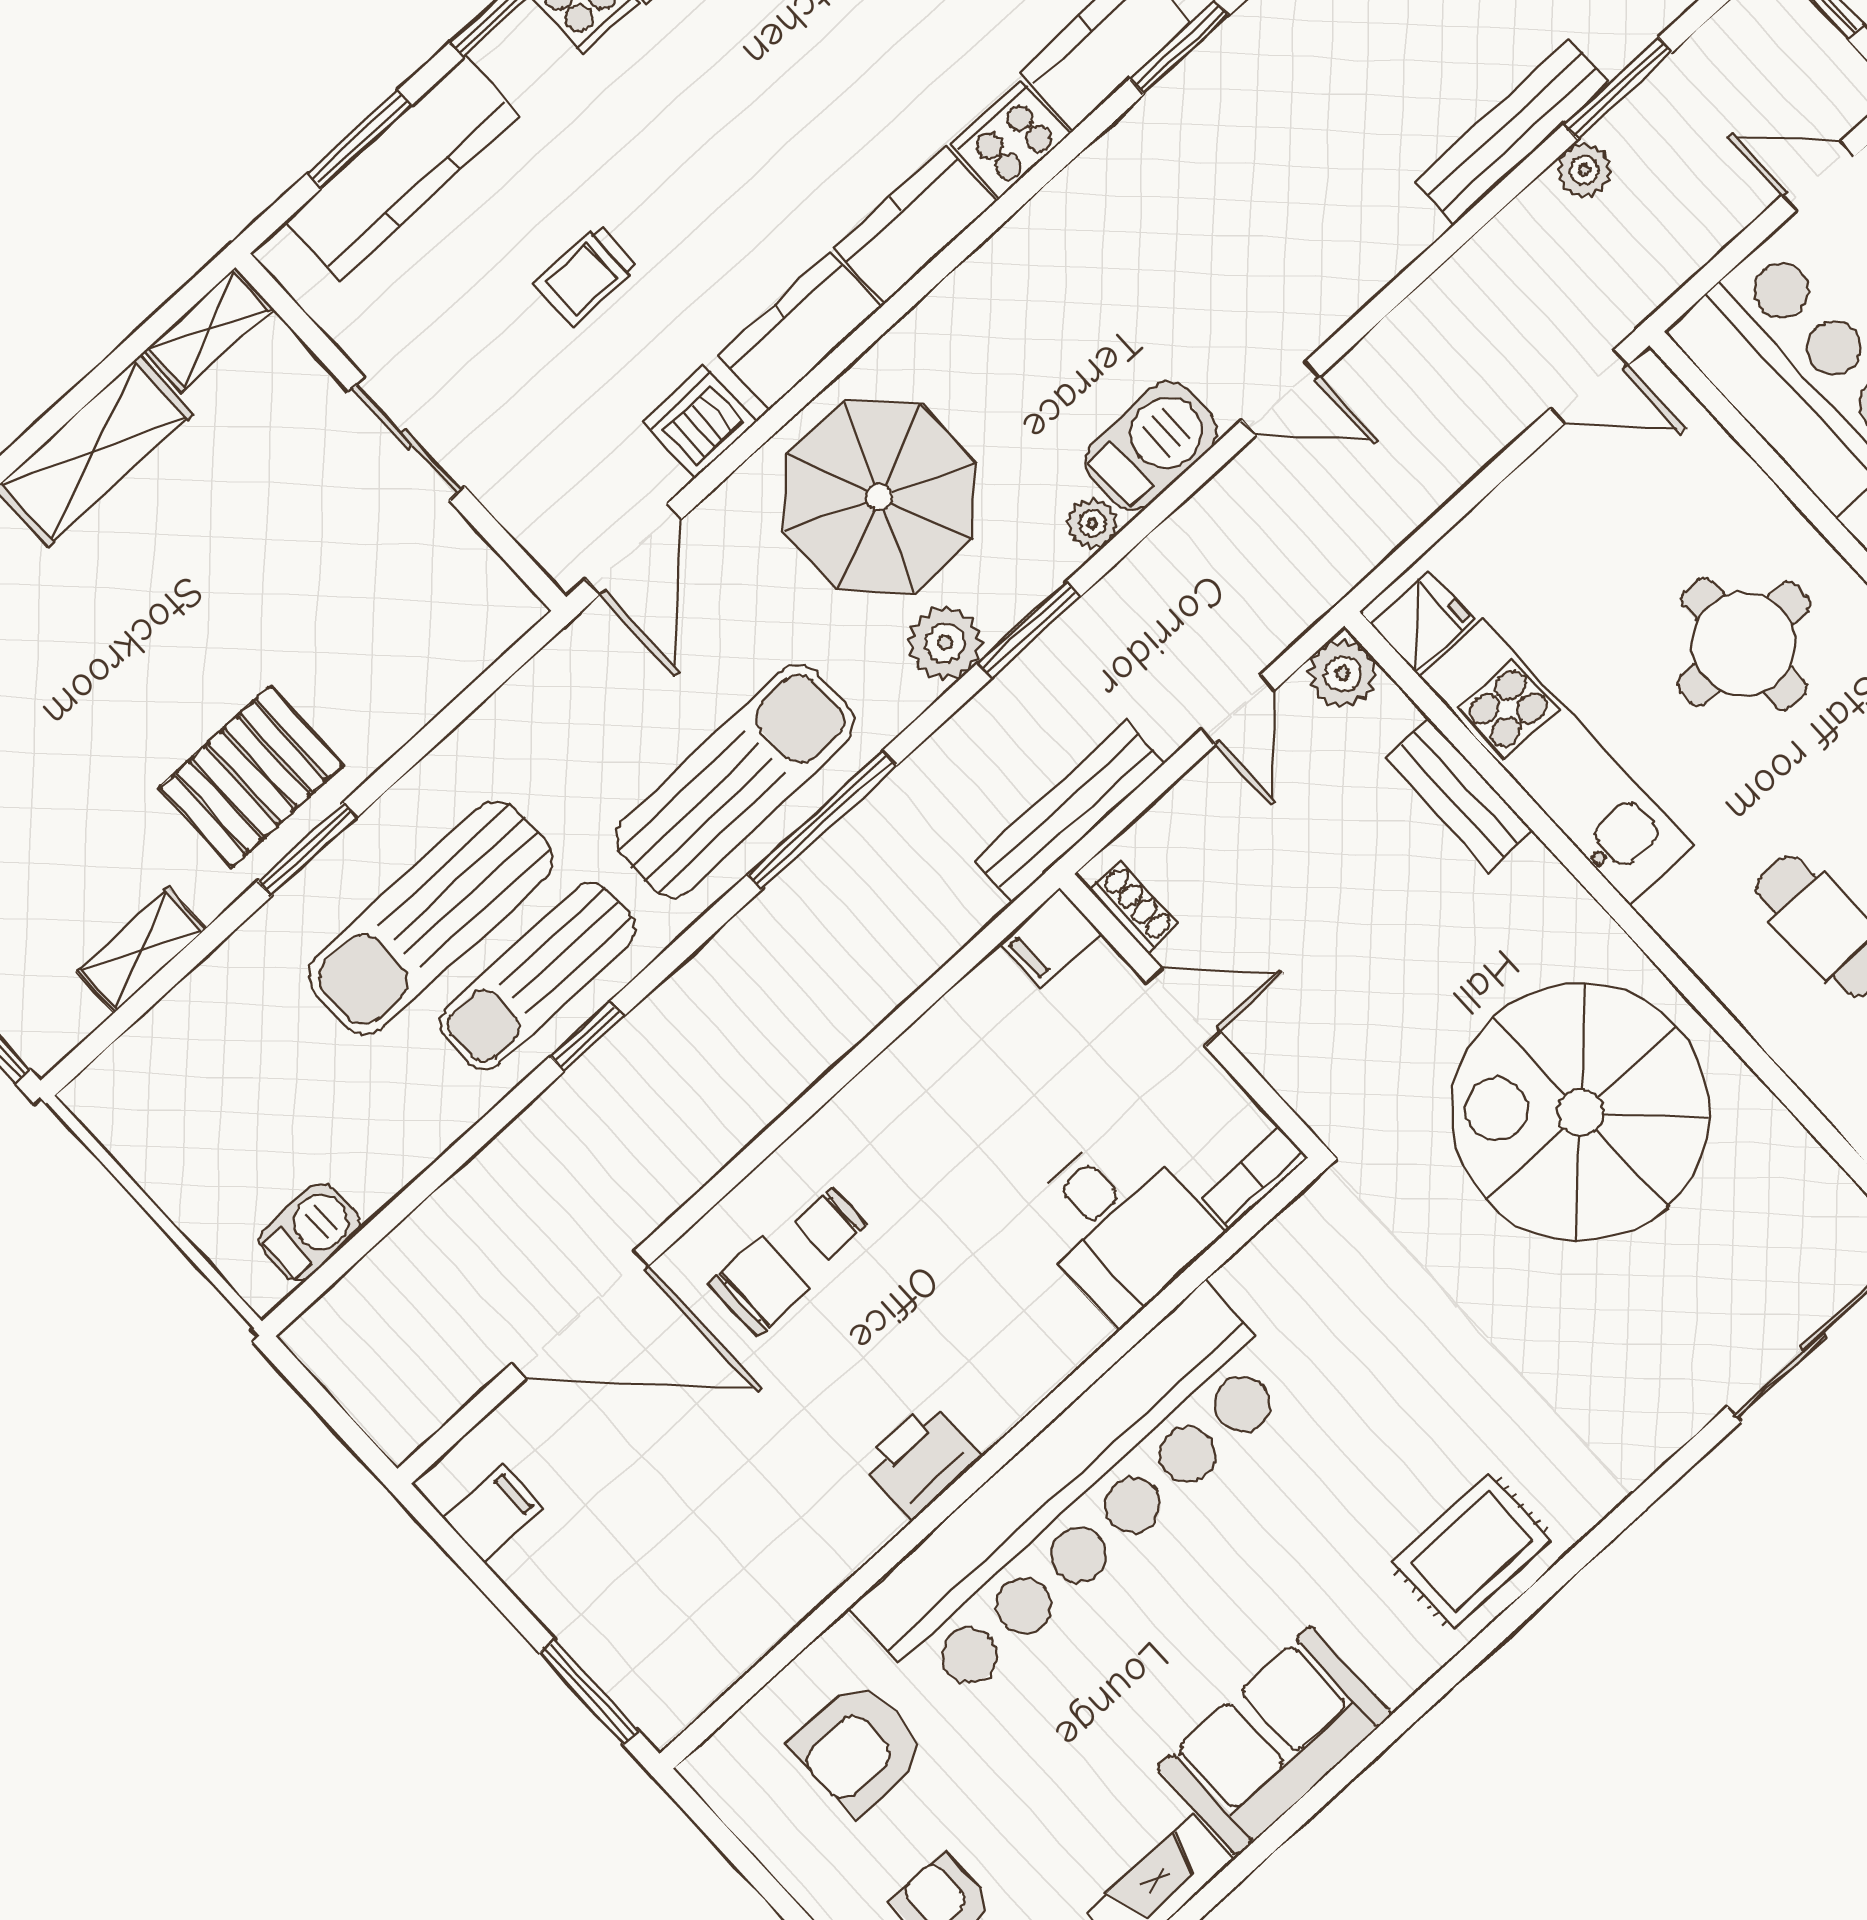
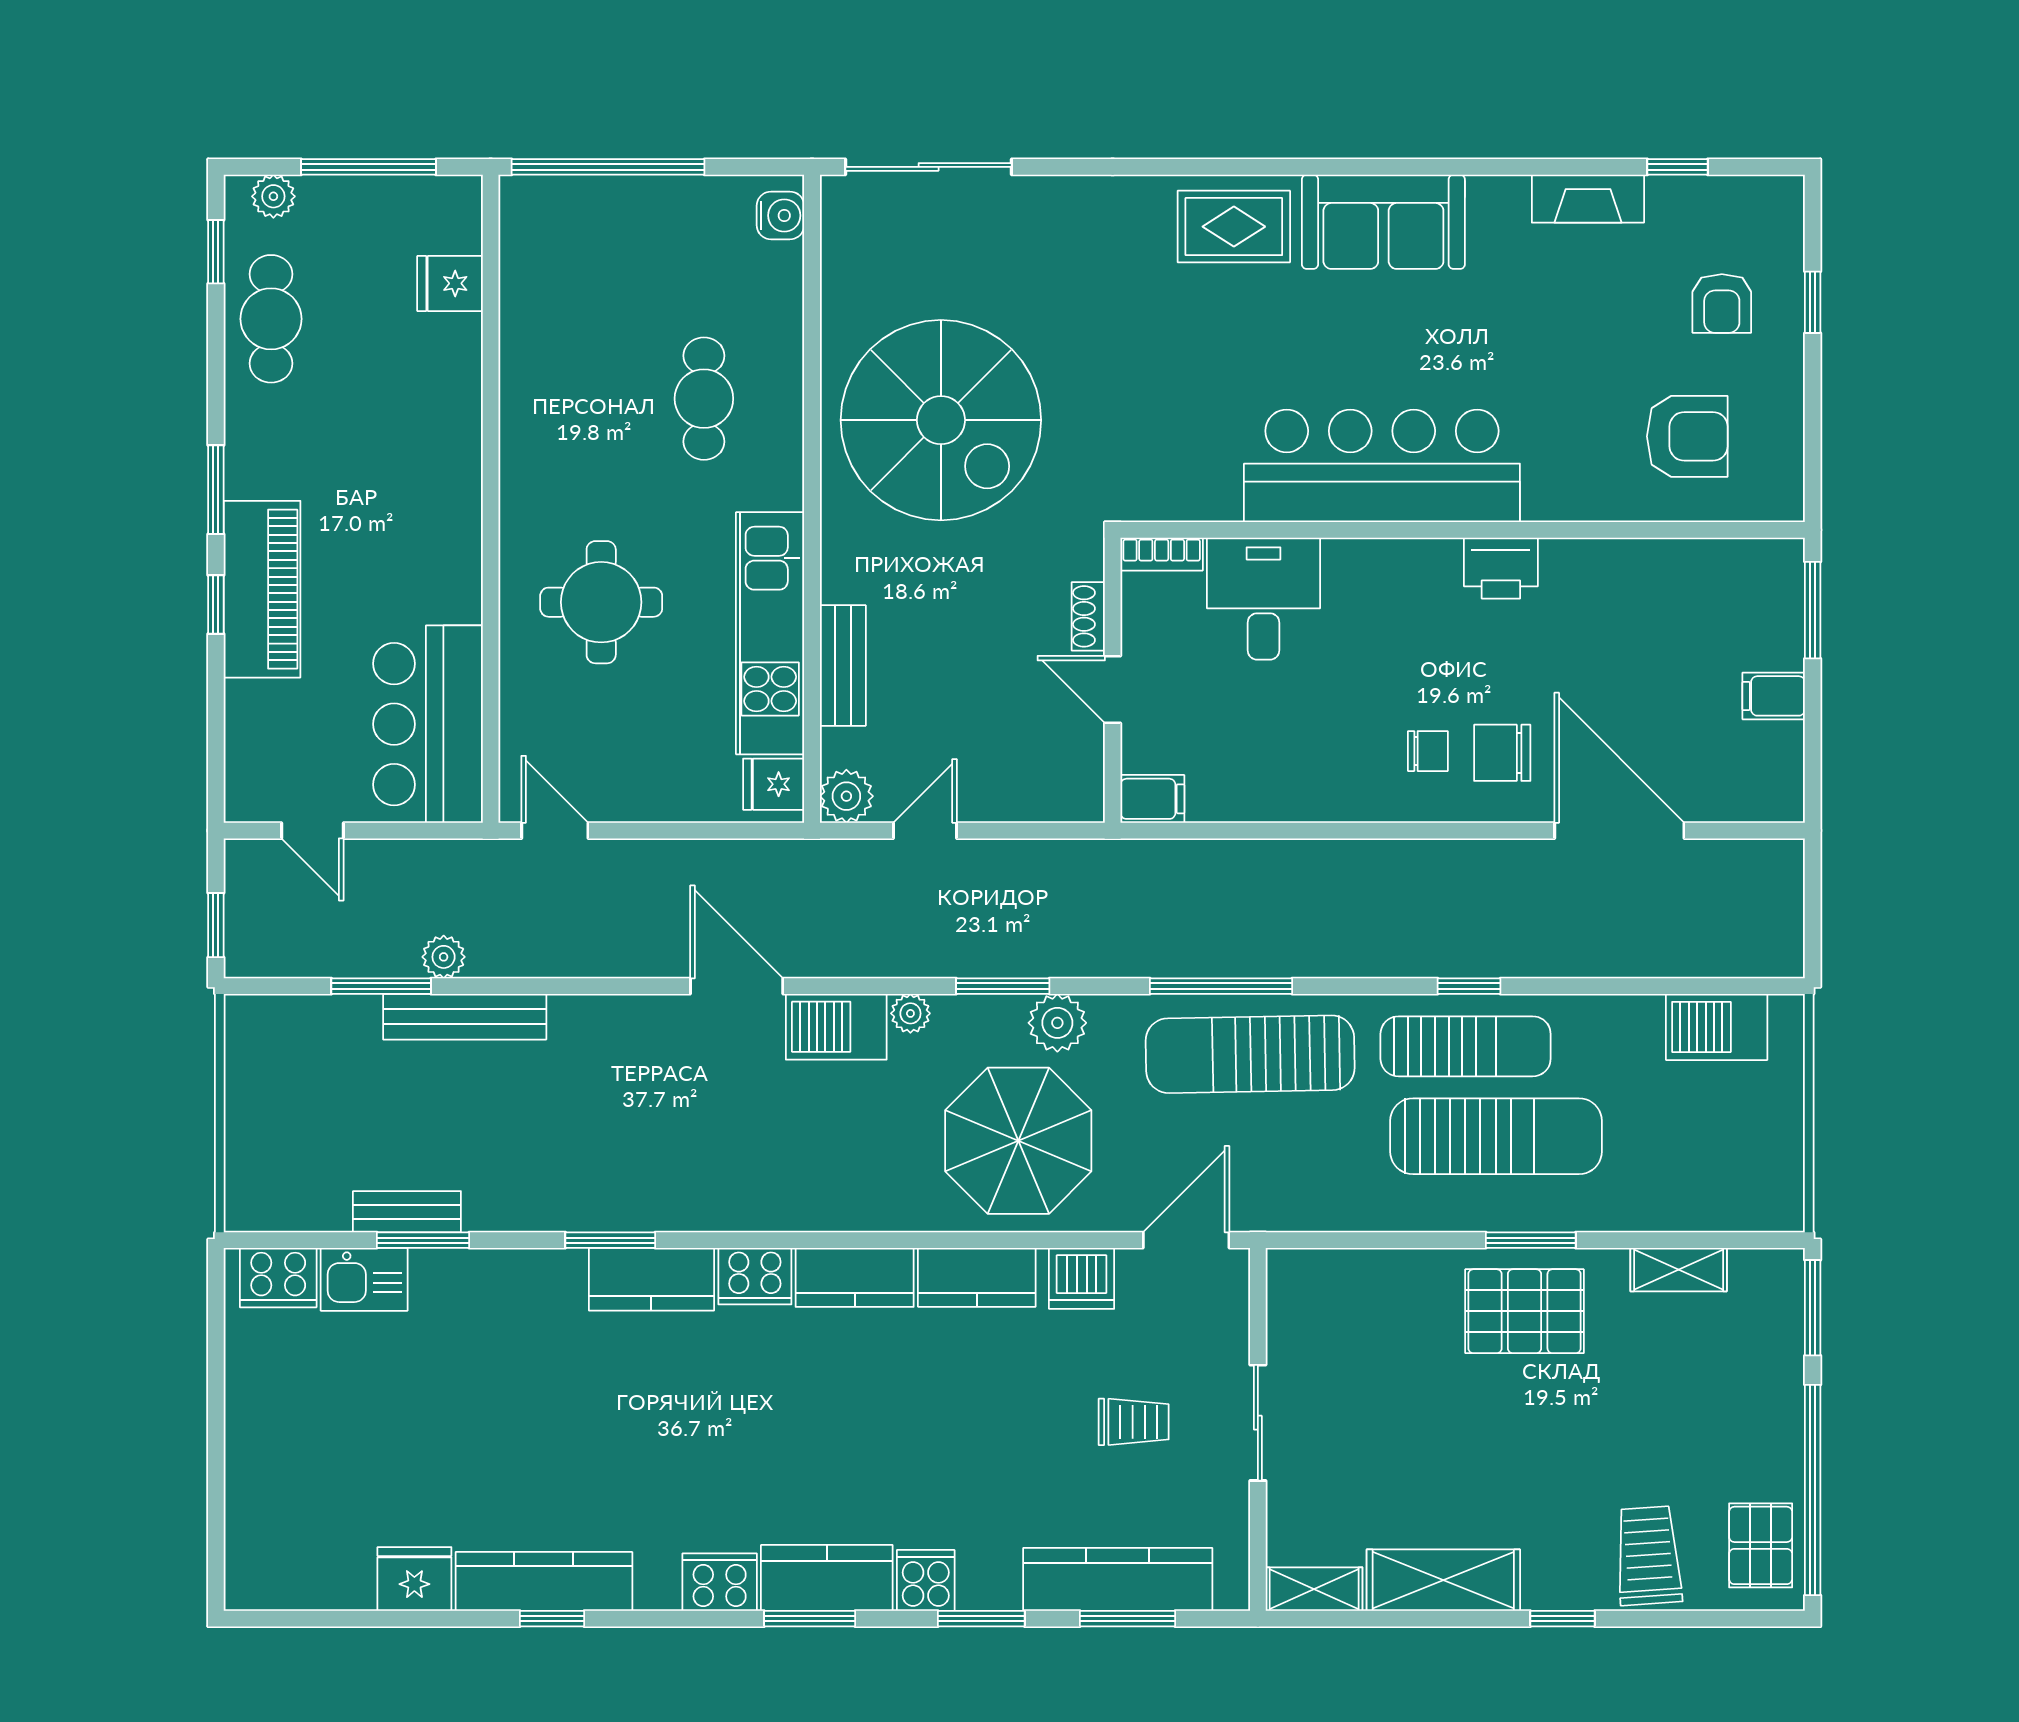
trolley: (586, 276) -> (1134, 1422), moved
door: (1281, 398) -> (737, 986), width x1.38
bench: (1069, 812) -> (1075, 861), removed
shoe rack: (1134, 907) -> (1088, 616), moved
barbecue: (310, 1232) -> (1717, 1027), width x1.38, depth x1.27
bar counter: (1075, 1497) -> (1382, 466), width x0.73
filing cabinet: (493, 1513) -> (1774, 696), moved
sofa: (1275, 1741) -> (1383, 222), moved

